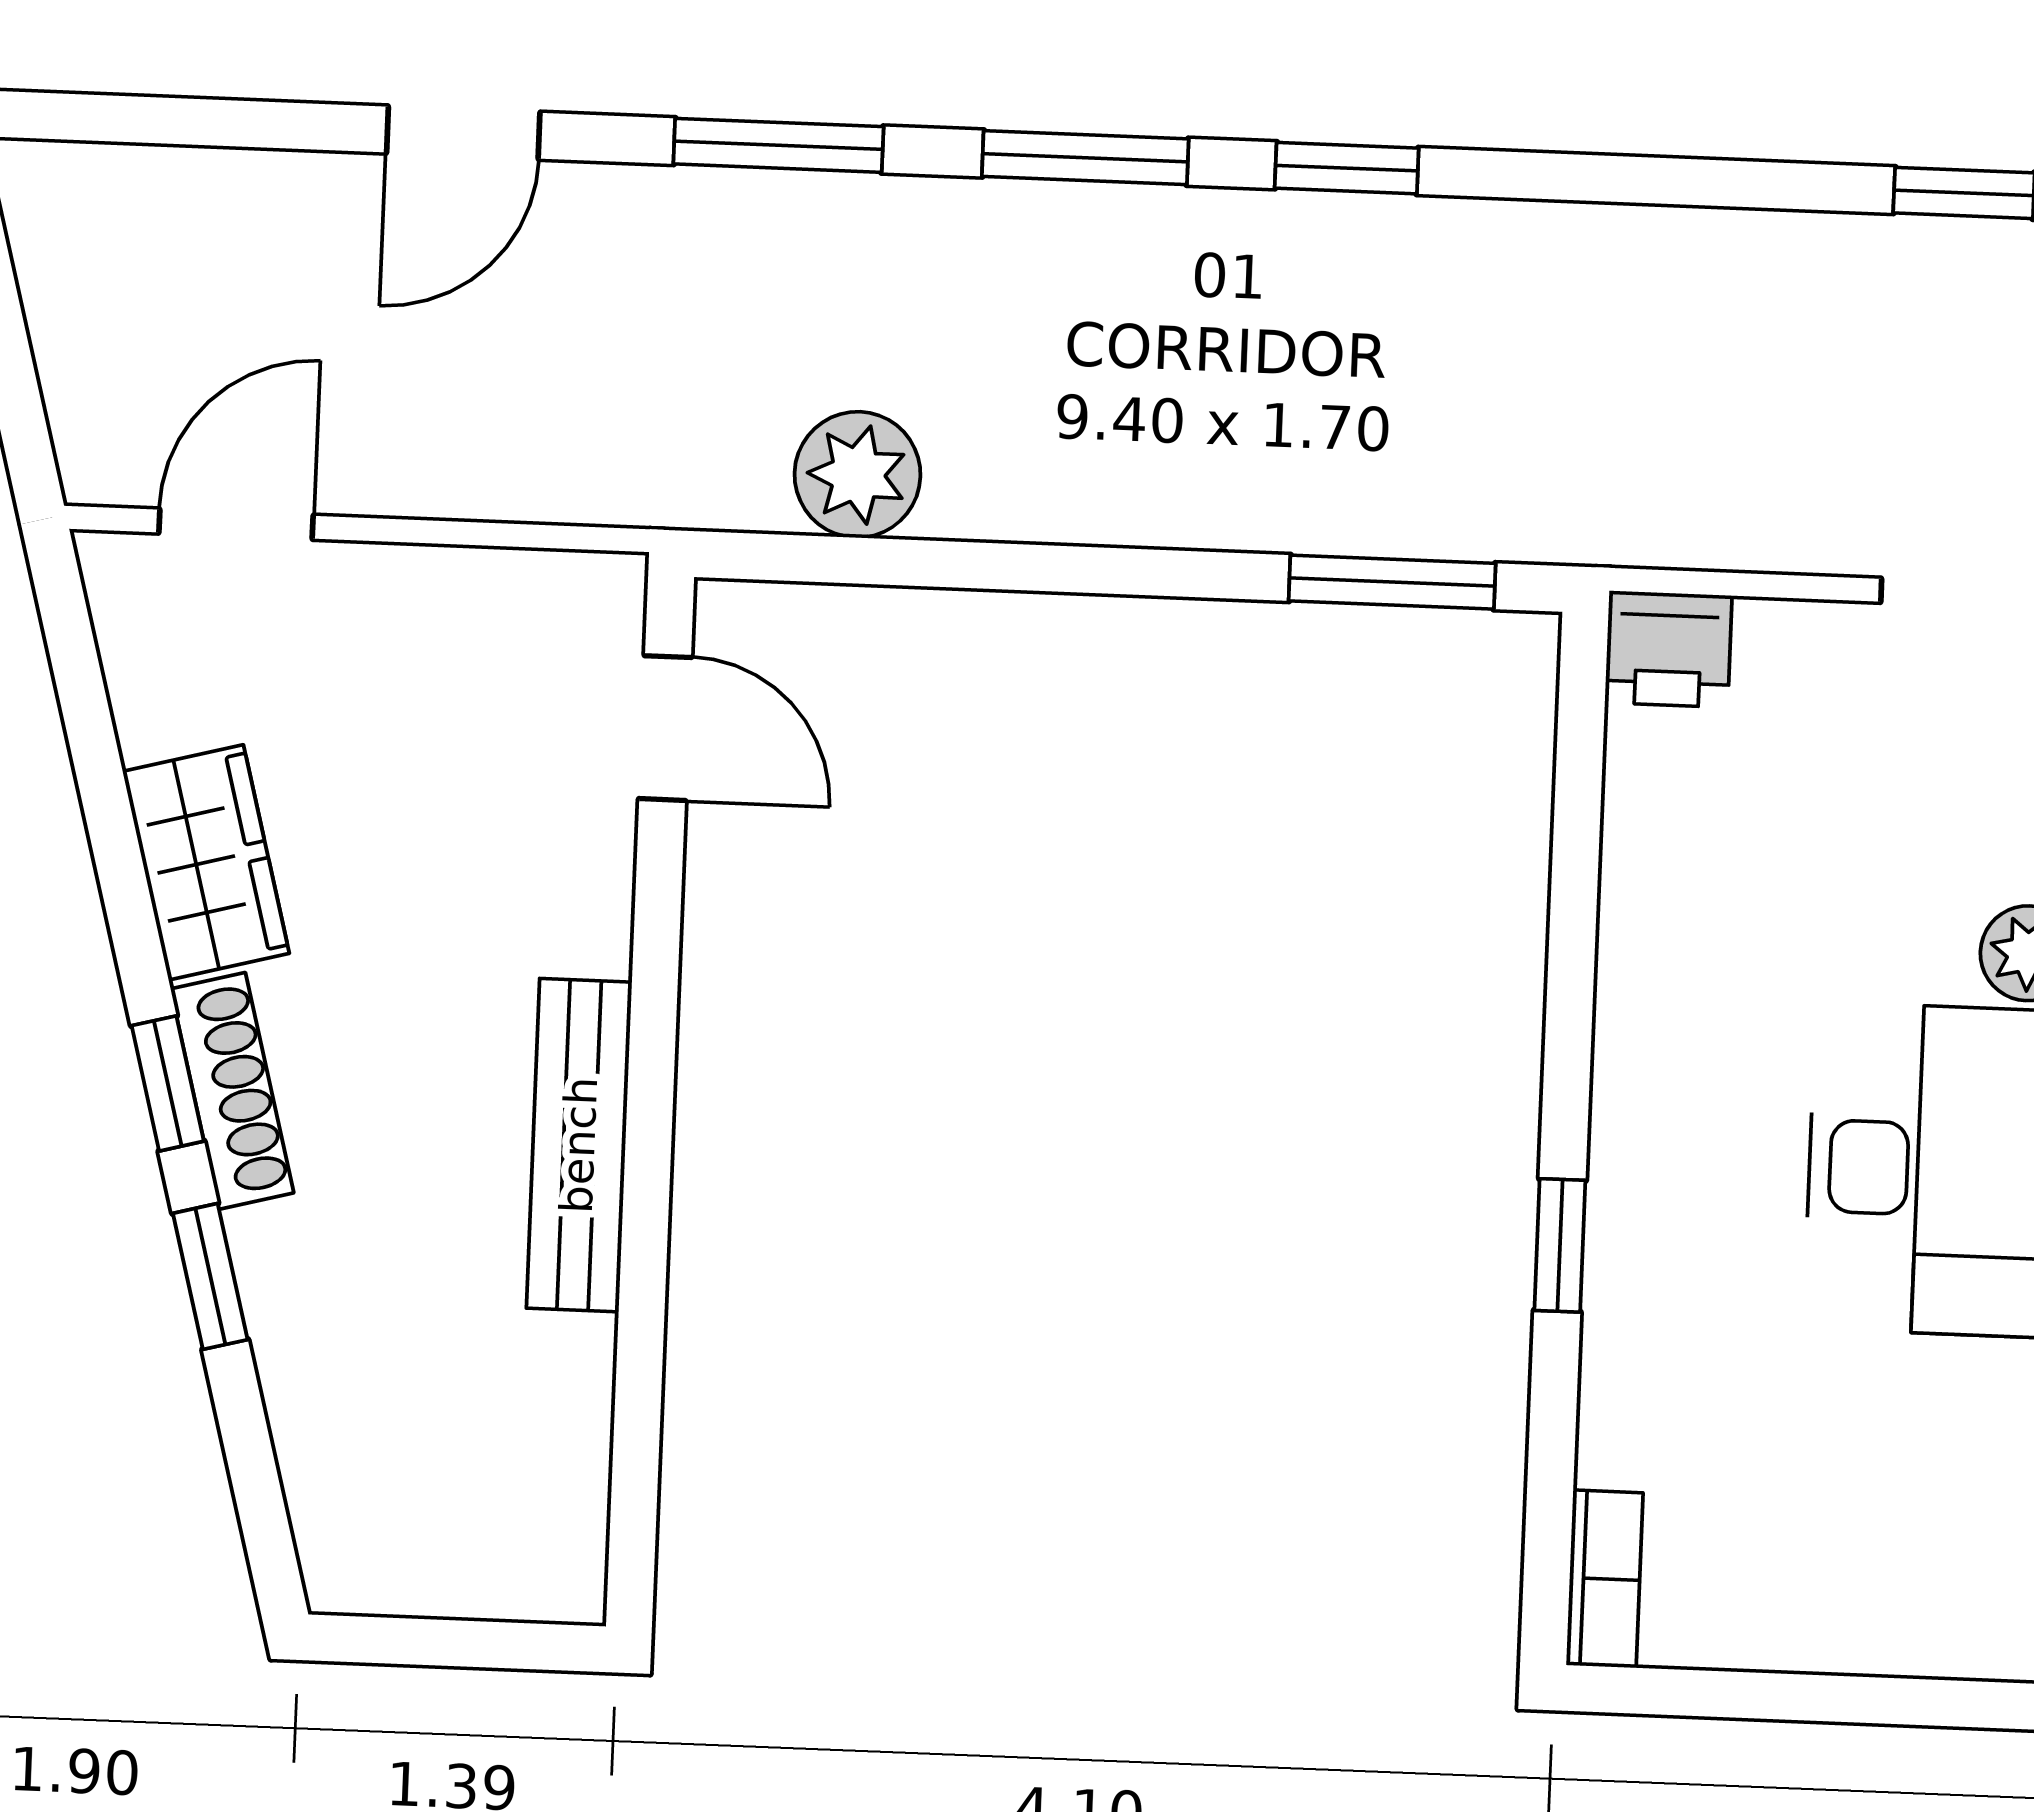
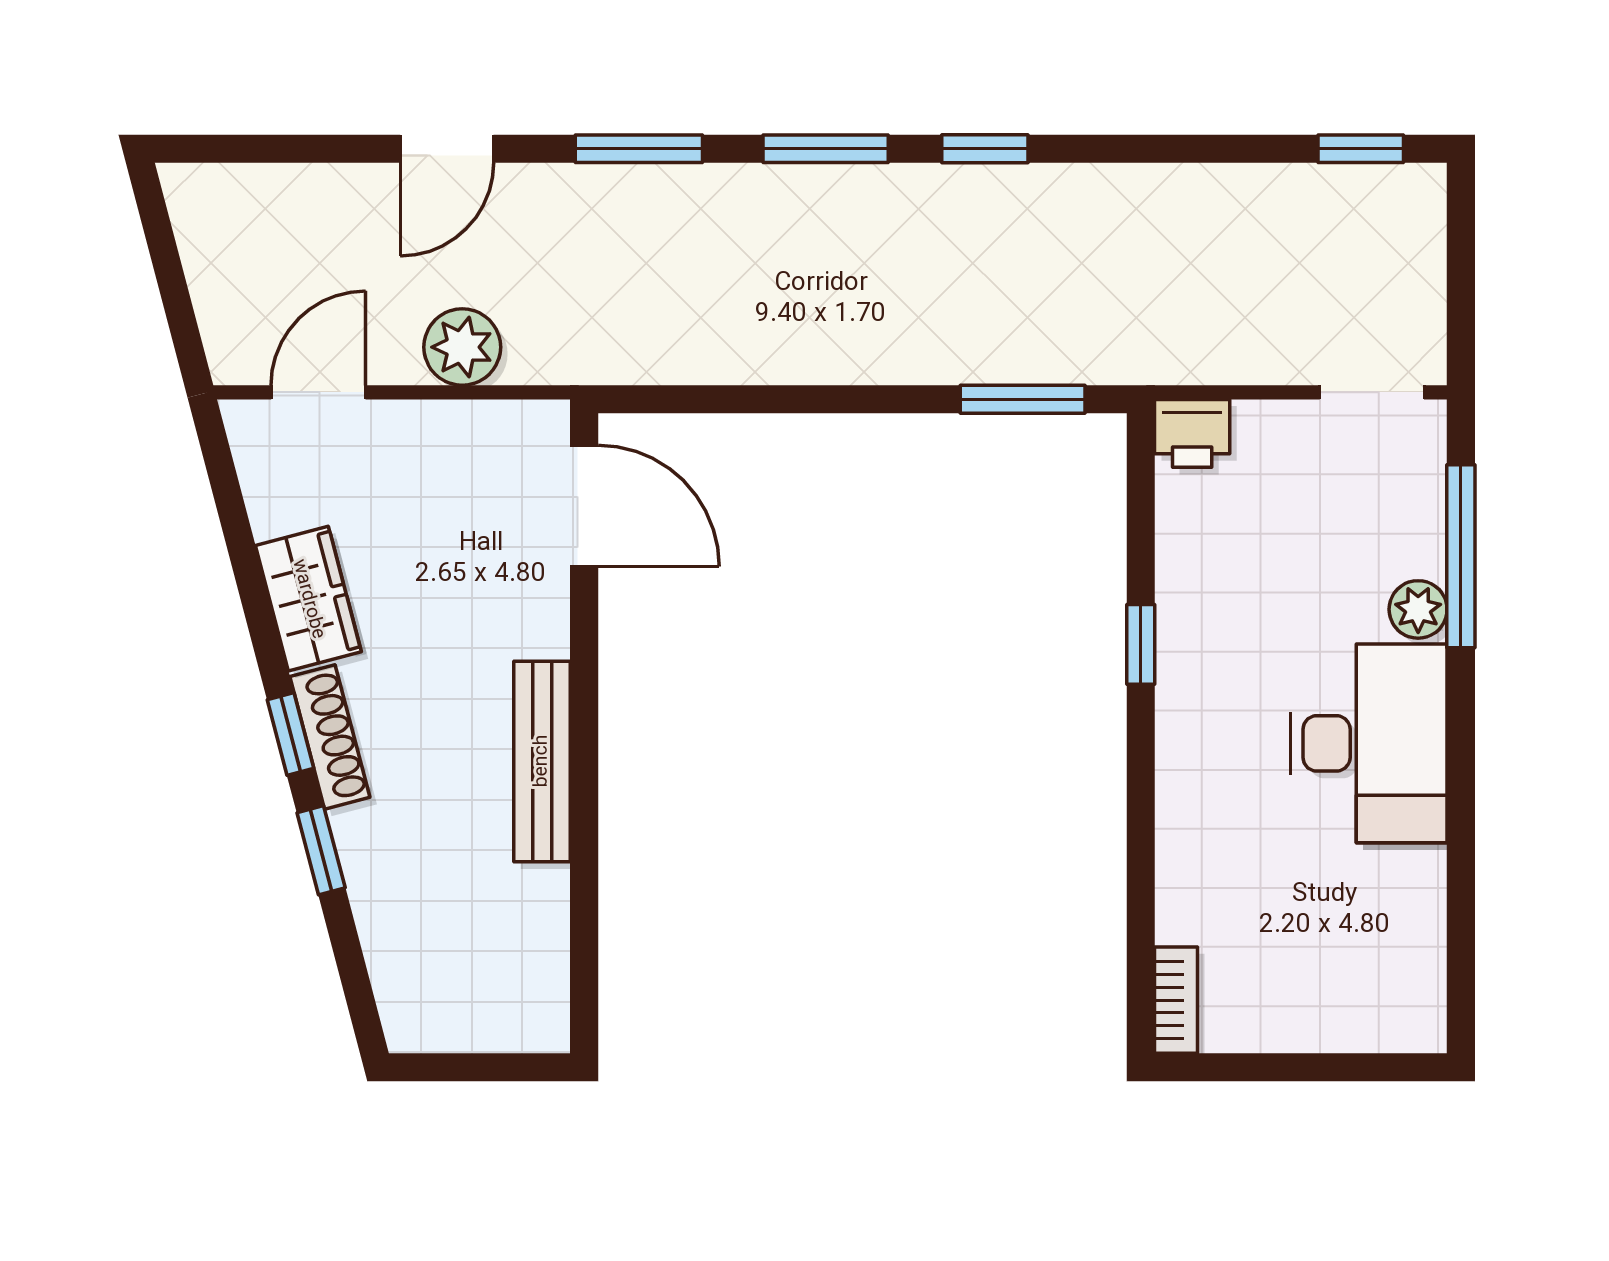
plant: (857, 475) -> (462, 347), moved
door: (665, 728) -> (584, 506), width x1.38
window: (1560, 1245) -> (1141, 644), moved

